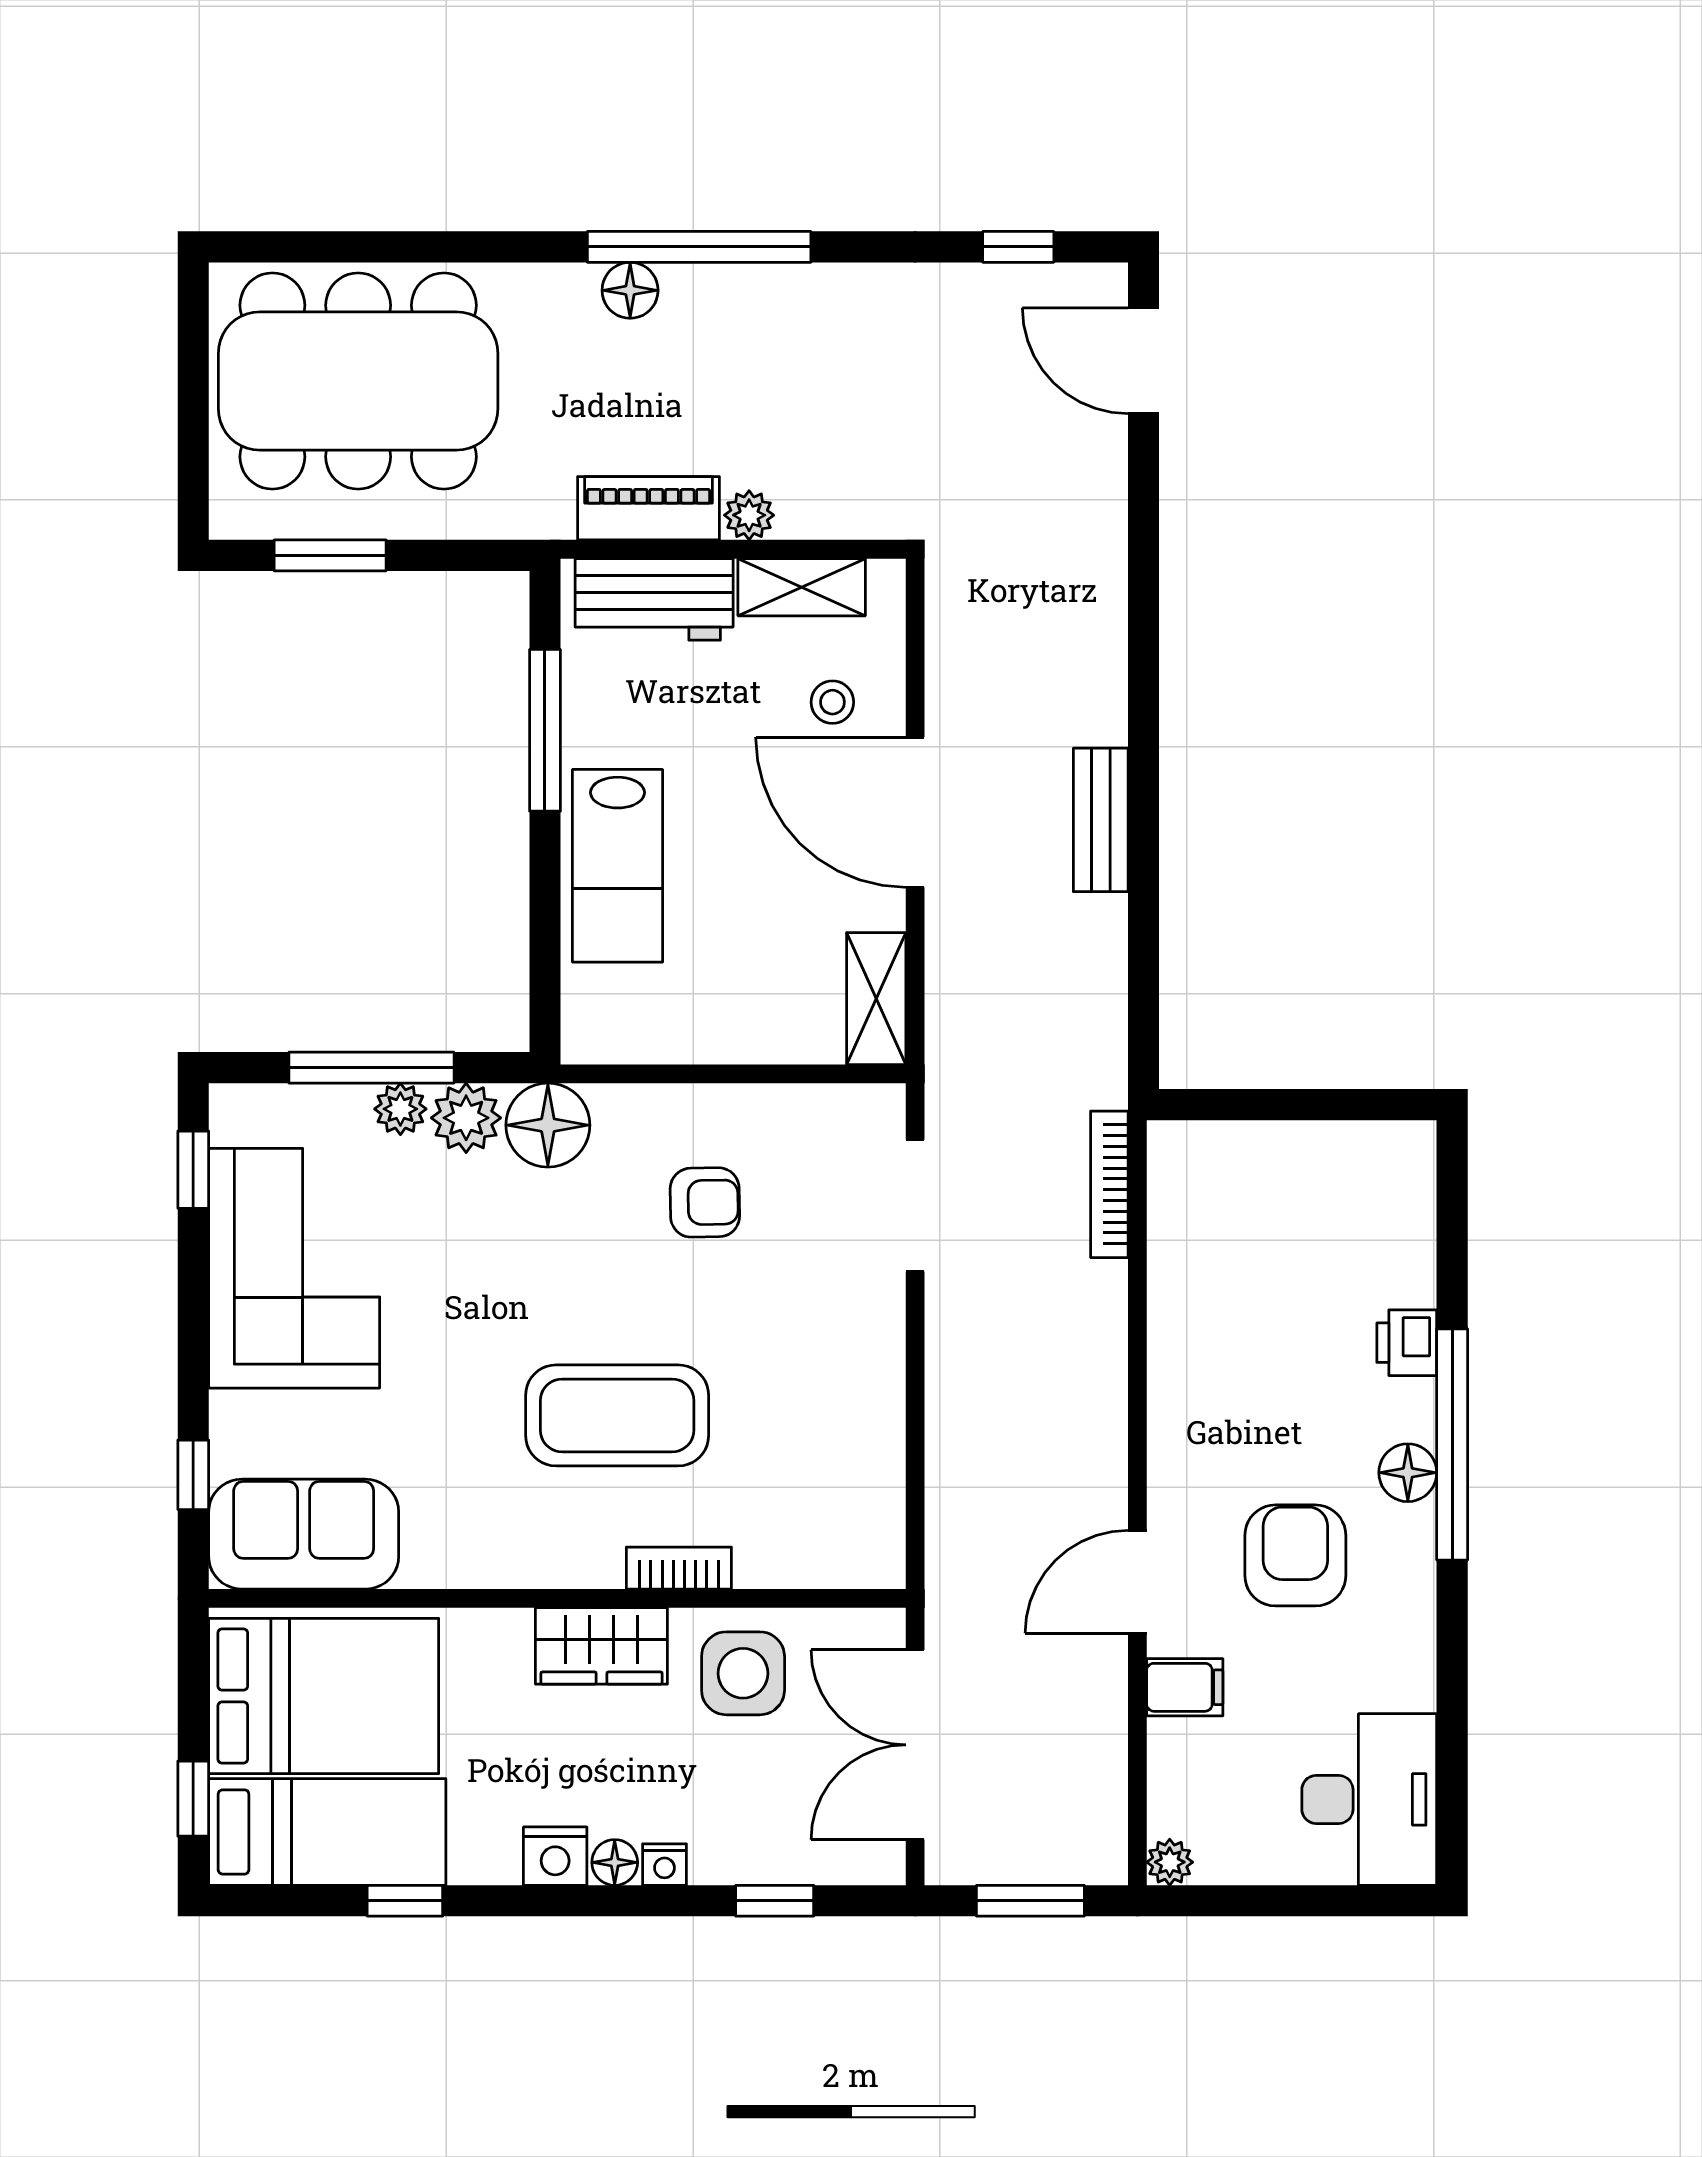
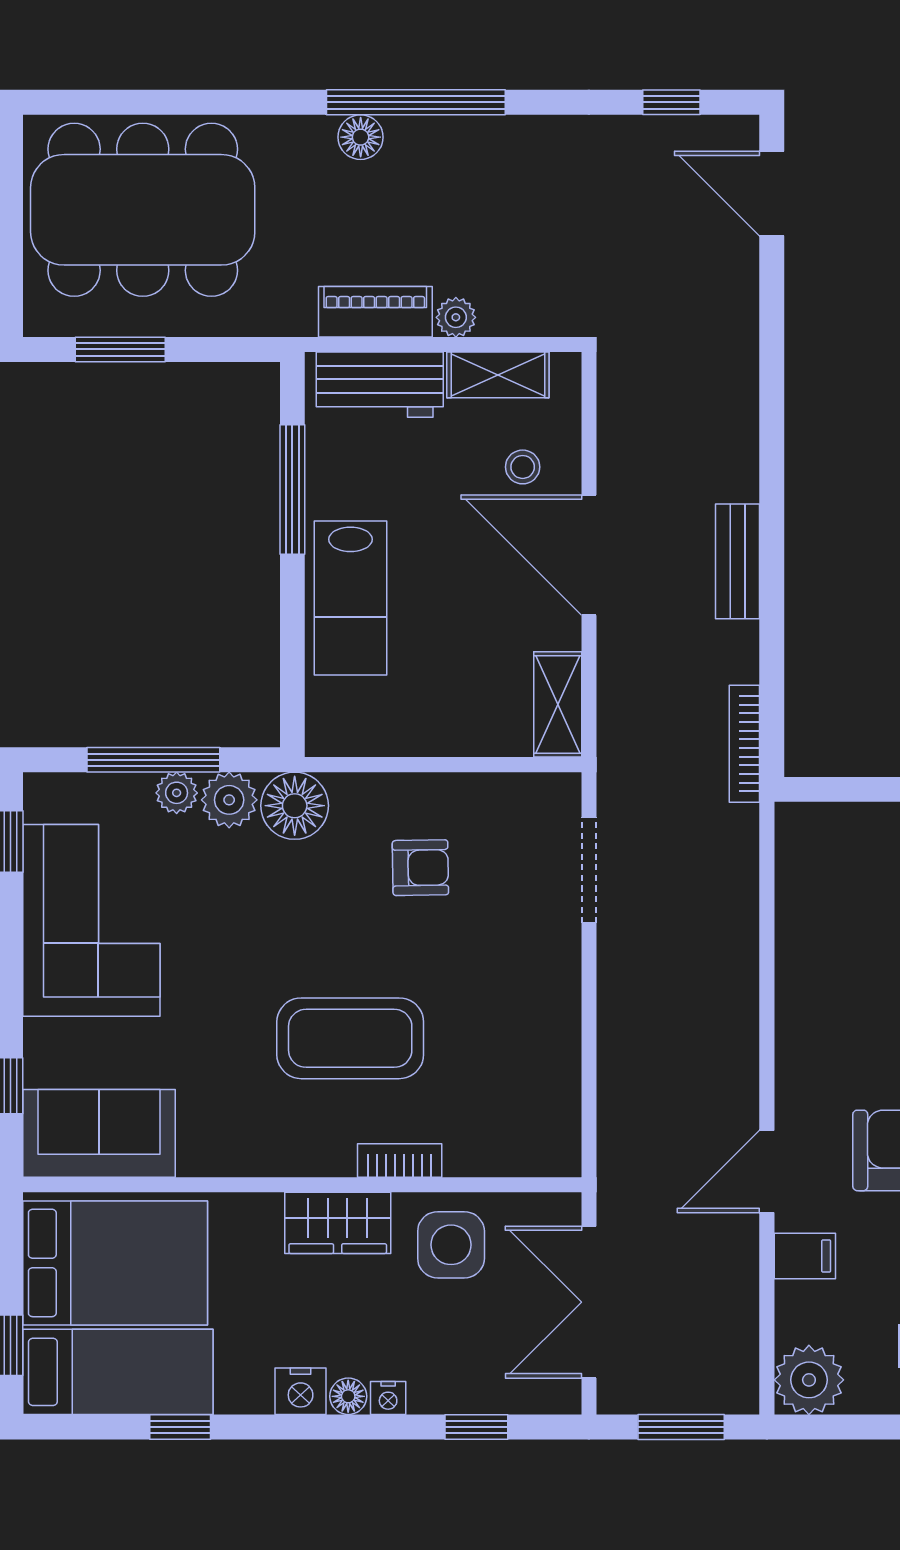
bookcase: (1109, 1184) -> (744, 744), moved
plant: (1170, 1862) -> (809, 1380), width x1.87, depth x1.87

